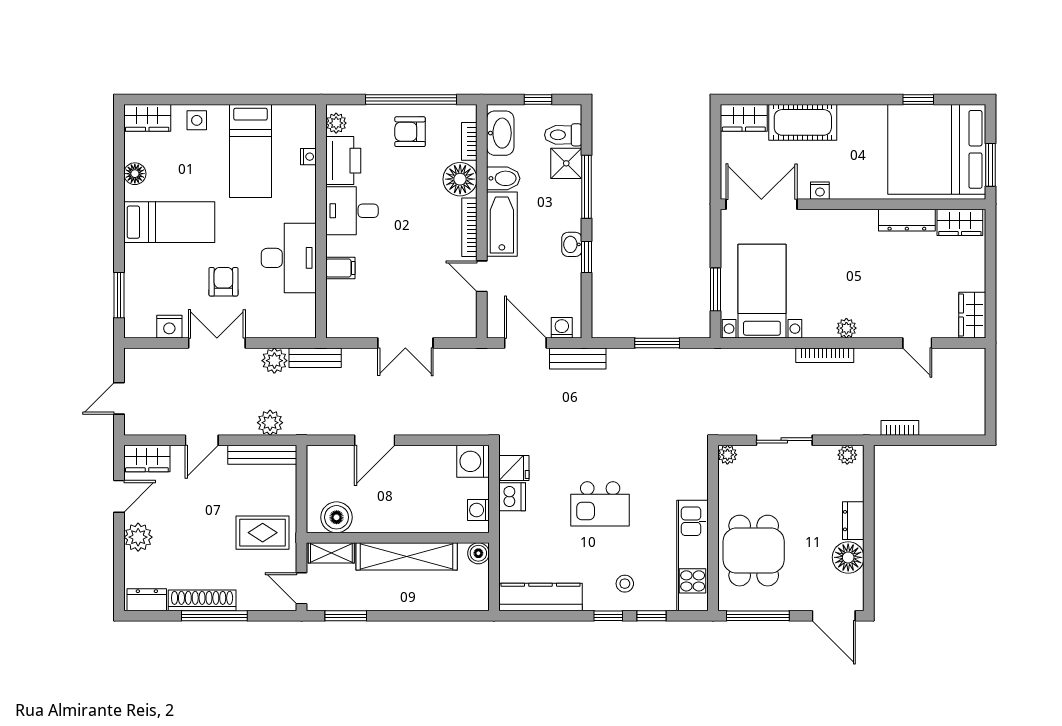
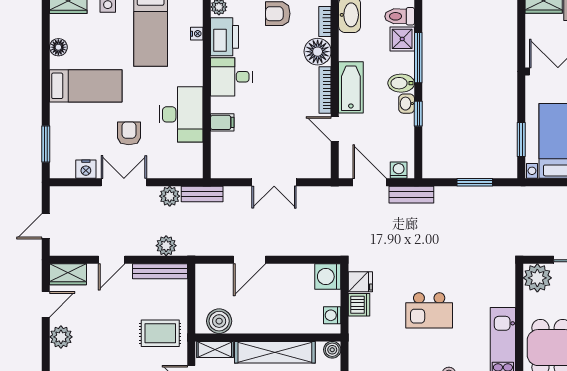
bidet: (503, 178) -> (401, 83), moved, turned 180
plant: (727, 455) -> (537, 278), width x1.88, depth x1.88

